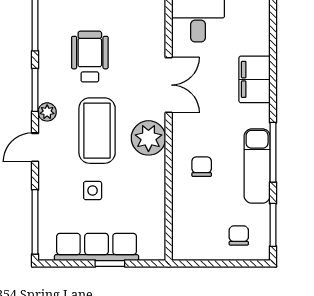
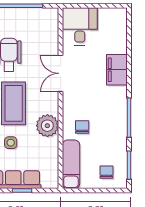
double door: (169, 85) -> (61, 73), swing flipped
plant: (148, 138) -> (47, 126), moved
exam couch: (257, 166) -> (71, 164), moved, turned 180

